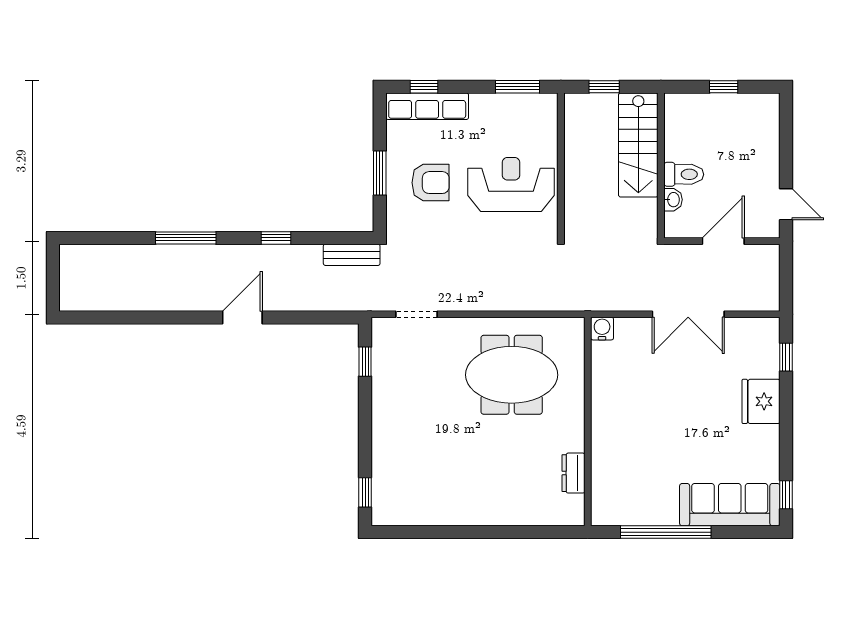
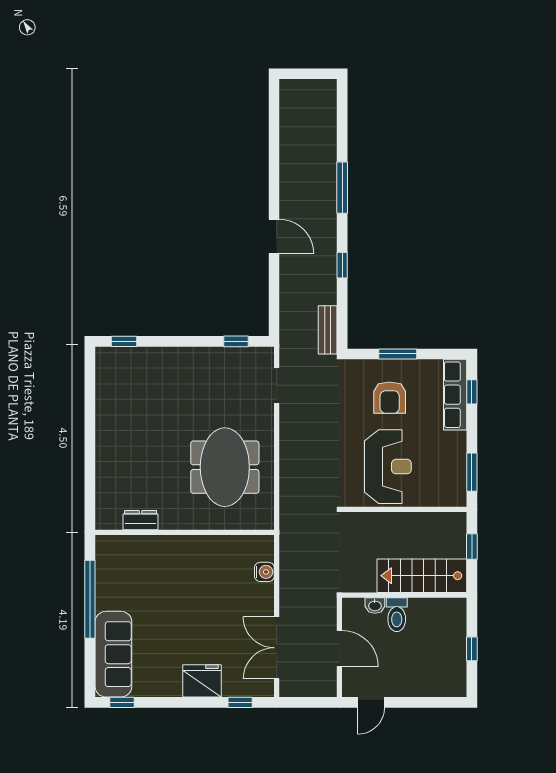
double door: (688, 314) -> (277, 648), moved
water cooler: (602, 329) -> (264, 572), moved

